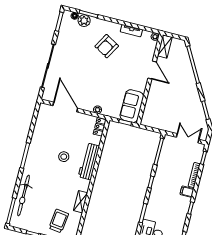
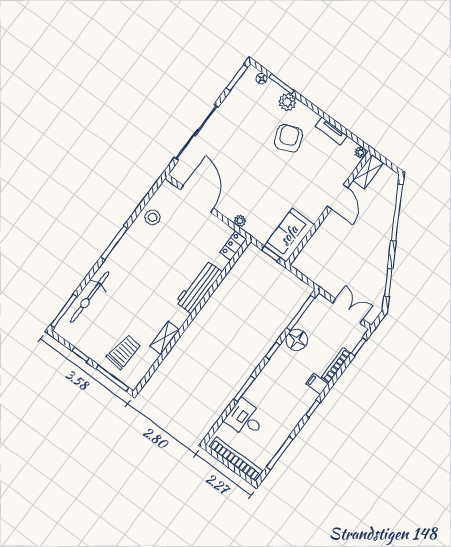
plant: (84, 21) -> (287, 102), moved
armchair: (107, 46) -> (288, 138), turned 128
stool: (64, 157) -> (153, 217), moved
floor lamp: (163, 169) -> (297, 340), added

